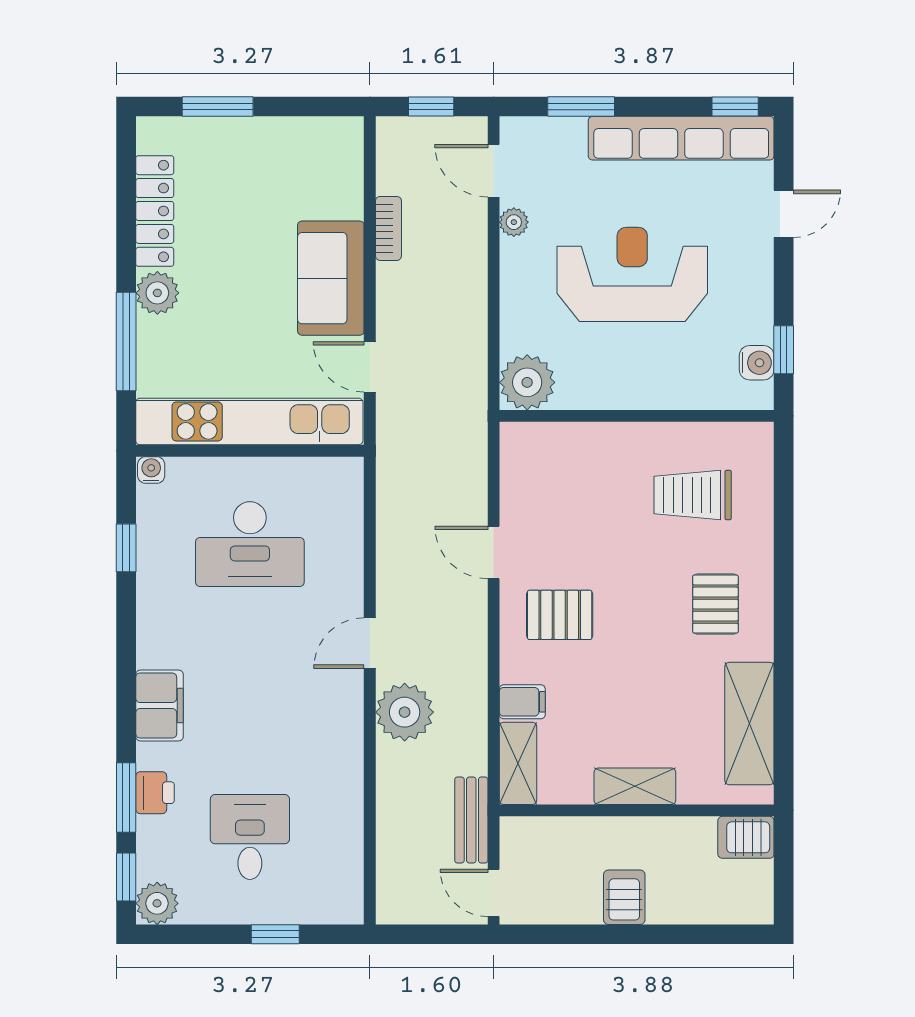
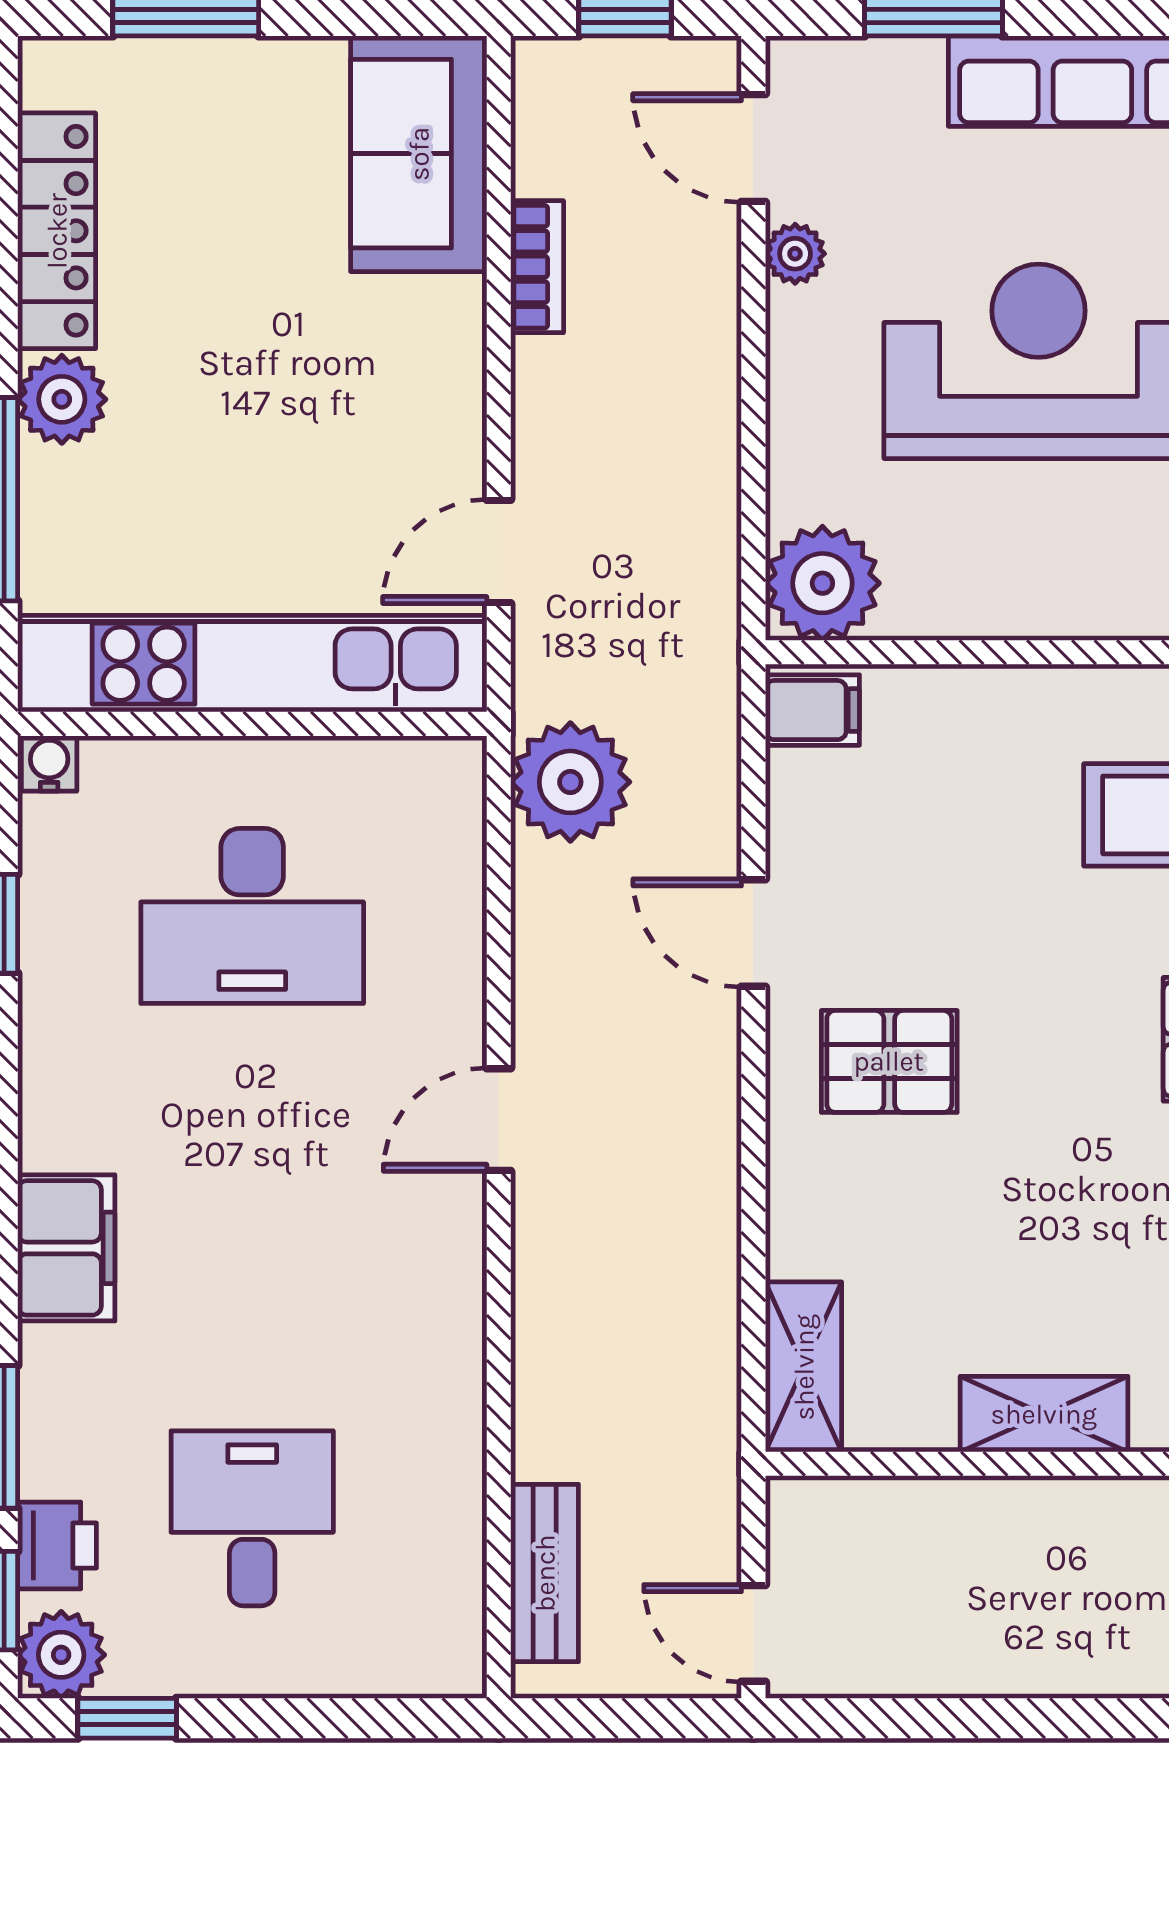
sofa: (331, 278) -> (419, 154), moved
door: (370, 367) -> (499, 551), hinge flipped
filing cabinet: (522, 702) -> (812, 710), moved
plant: (405, 712) -> (570, 782), moved
printer: (155, 793) -> (57, 1545), moved
bench: (471, 820) -> (545, 1573), moved
server rack: (624, 897) -> (1022, 1642), removed
window: (275, 934) -> (127, 1718), moved

